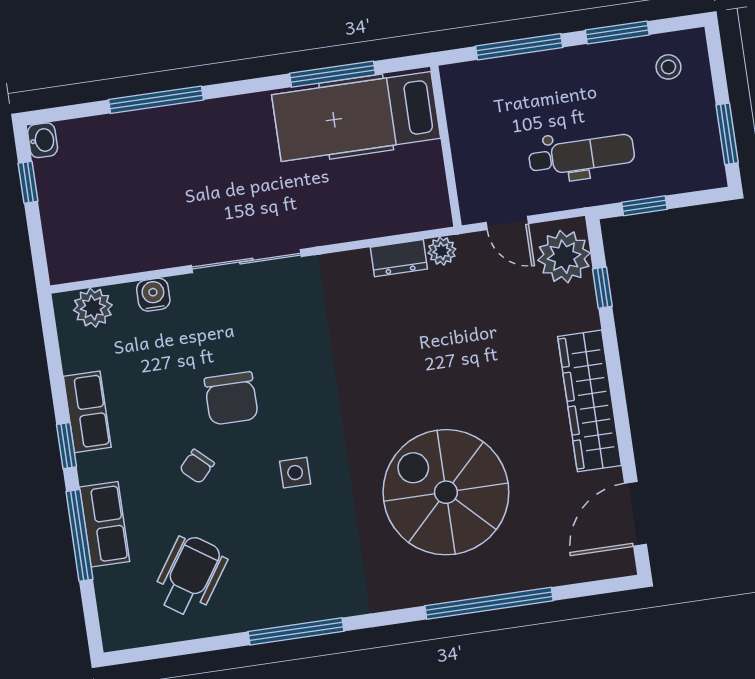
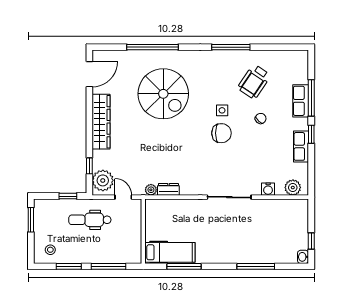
hospital bed: (356, 117) -> (170, 252), width x0.73, depth x0.78
chair: (231, 398) -> (221, 133), moved, turned 90
wheelchair: (190, 576) -> (254, 82), moved

